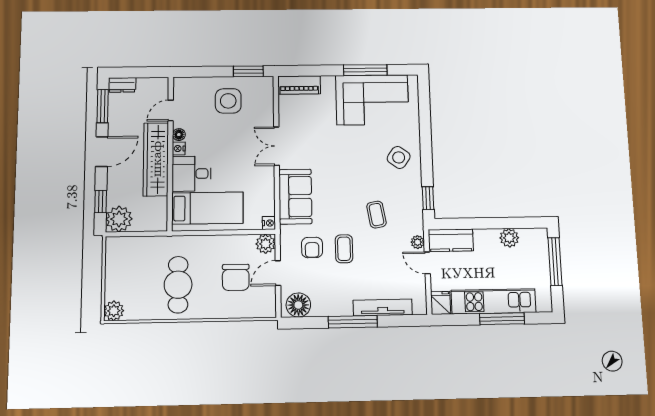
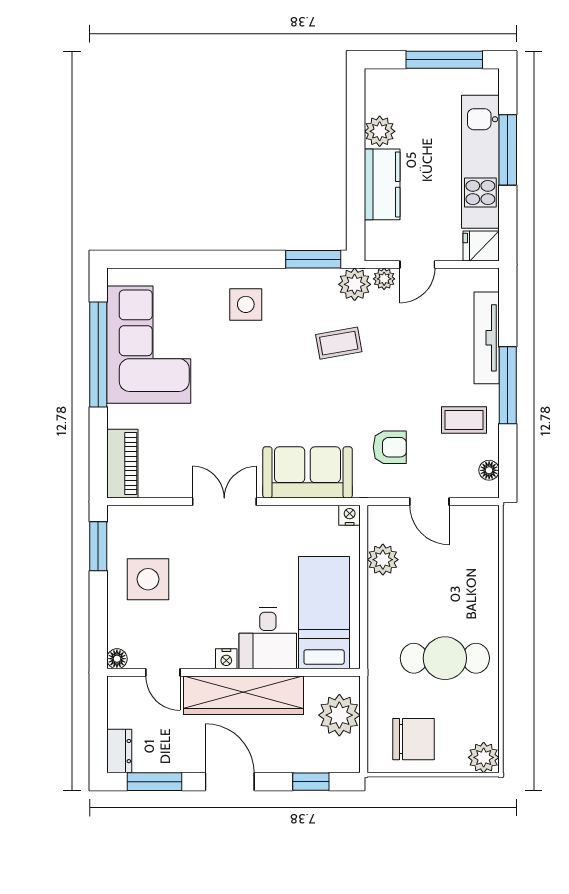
window: (365, 70) -> (98, 355), width x1.46
floor lamp: (179, 135) -> (117, 659), moved
double door: (276, 146) -> (224, 502), swing flipped
side table: (399, 157) -> (246, 304), turned -35
window: (428, 198) -> (313, 259), width x1.50
plant: (119, 219) -> (339, 715), moved
plant: (413, 224) -> (355, 284), added
kitchen counter: (451, 240) -> (382, 184), moved
plant: (266, 244) -> (383, 560), moved
coffee table: (344, 249) -> (464, 420), moved
window: (555, 262) -> (444, 60), moved
chair: (236, 277) -> (414, 739), moved
floor lamp: (298, 305) -> (489, 470), width x0.53, depth x0.53

